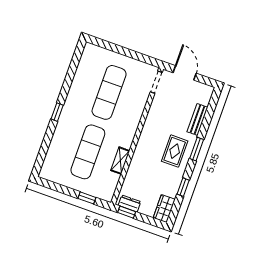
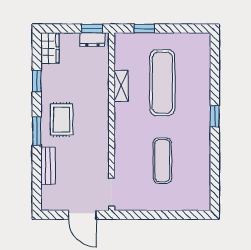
exercise mat: (109, 92) -> (162, 161), width x0.73, depth x0.69

